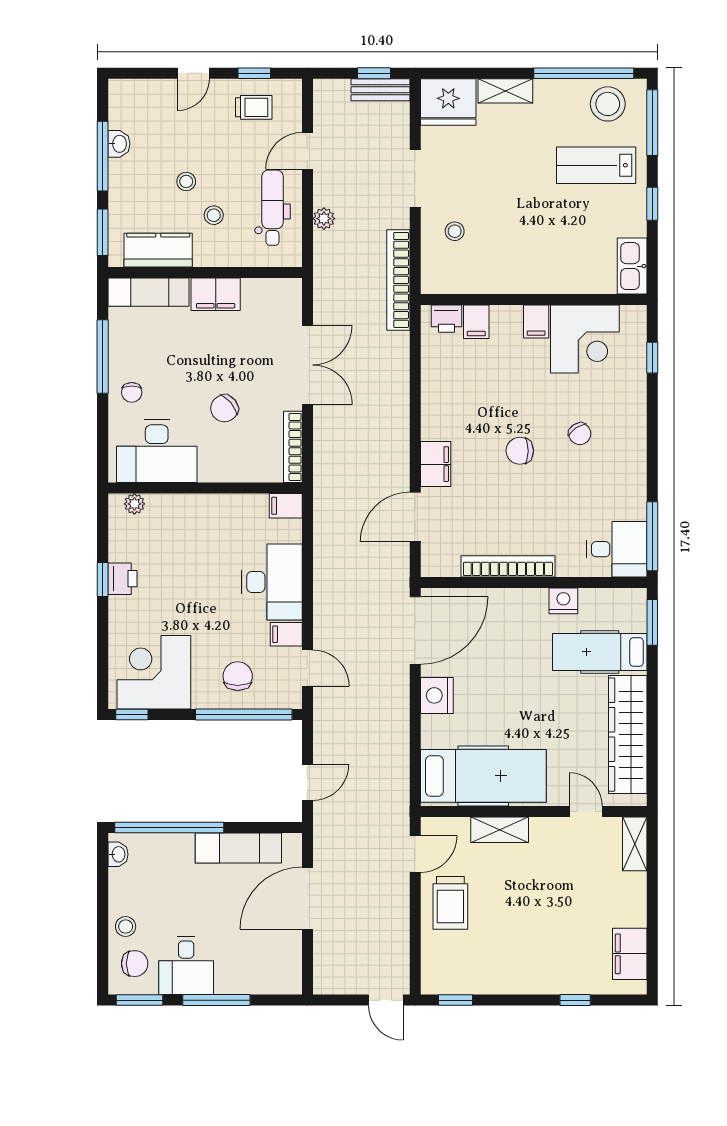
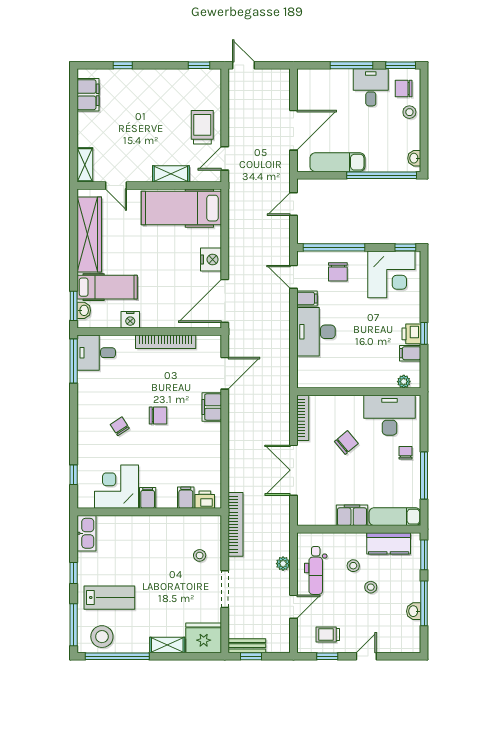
filing cabinet: (286, 506) -> (410, 353), moved, turned 180
washbasin: (636, 616) -> (84, 310), added

